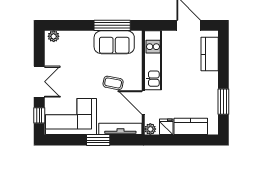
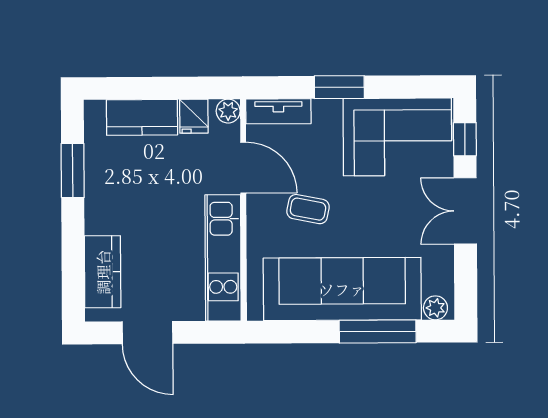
window: (112, 25) -> (378, 332), moved
sofa: (114, 42) -> (342, 289), width x1.85, depth x1.27
tv unit: (120, 129) -> (278, 111), width x0.71

